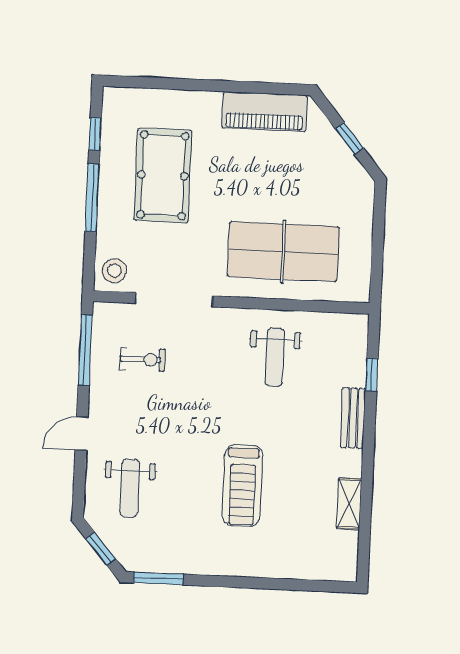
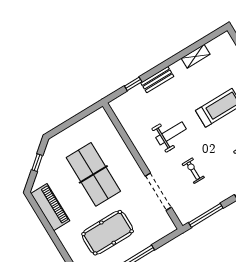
table tennis table: (283, 252) -> (93, 174), moved
stool: (115, 271) -> (163, 226), removed
weight bench: (275, 357) -> (171, 133), moved
exercise bike: (143, 359) -> (193, 171), moved

